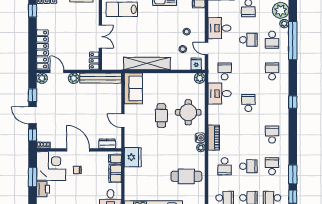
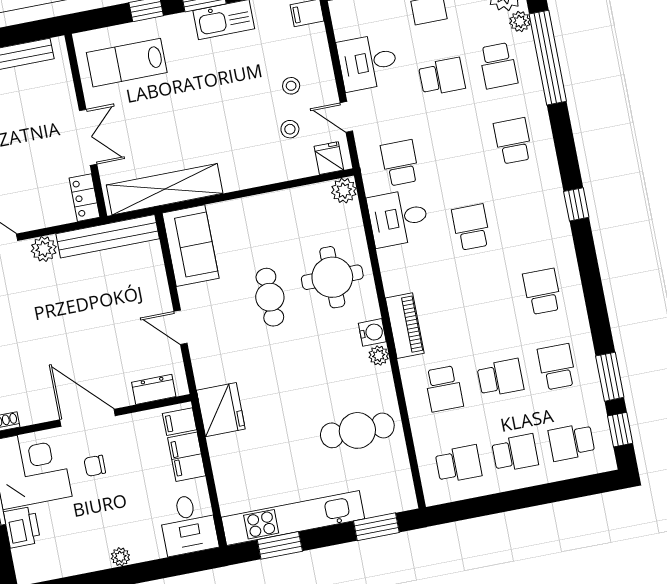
shelving: (147, 64) -> (165, 189), moved

